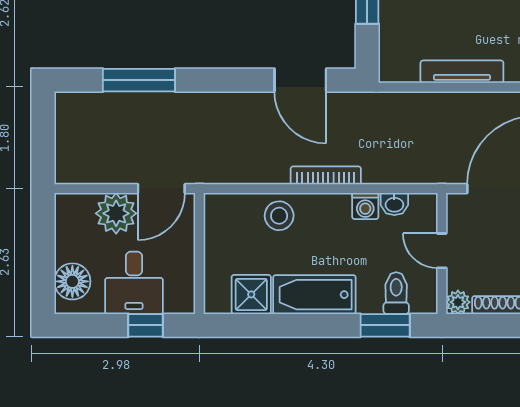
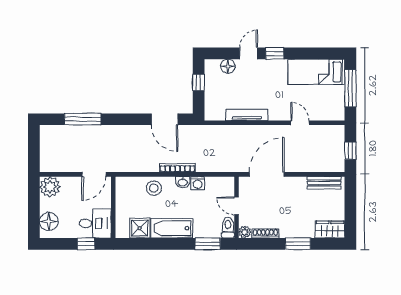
washbasin: (394, 204) -> (183, 182), moved
plant: (116, 213) -> (50, 187), moved
desk: (134, 283) -> (95, 223), moved, turned -90
toilet: (396, 293) -> (228, 227), moved

